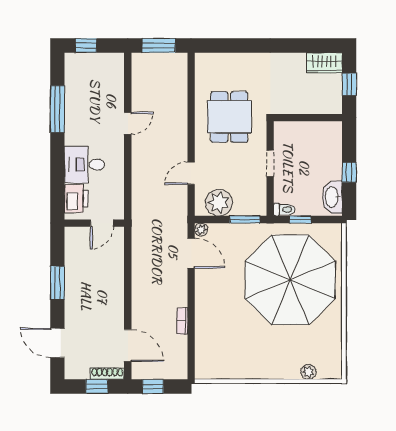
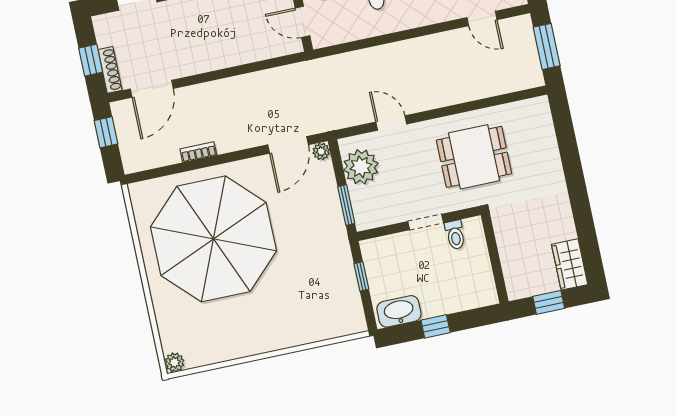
door: (128, 123) -> (482, 19), moved
toilet: (284, 209) -> (455, 235), moved
parasol: (290, 280) -> (213, 239), moved
plant: (308, 372) -> (174, 362), moved

